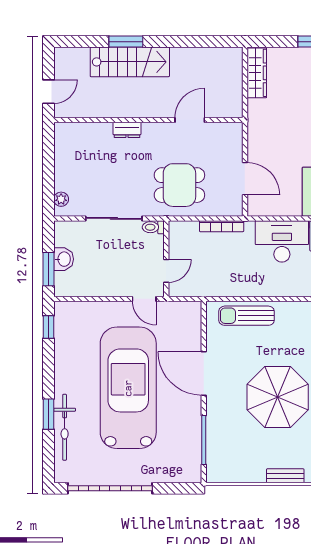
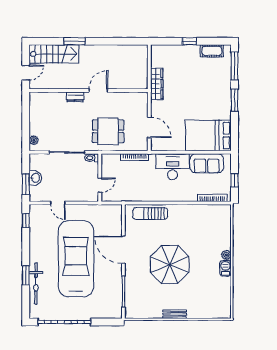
stairs: (130, 62) -> (54, 54), moved
wardrobe: (257, 73) -> (157, 84), moved
door: (190, 120) -> (98, 90), moved
door: (144, 299) -> (58, 203), moved

